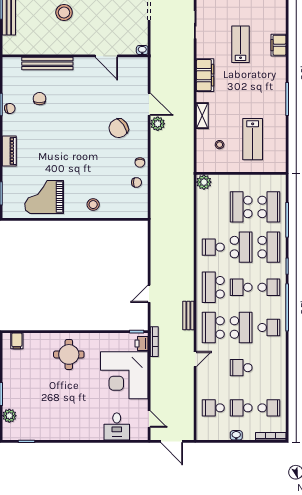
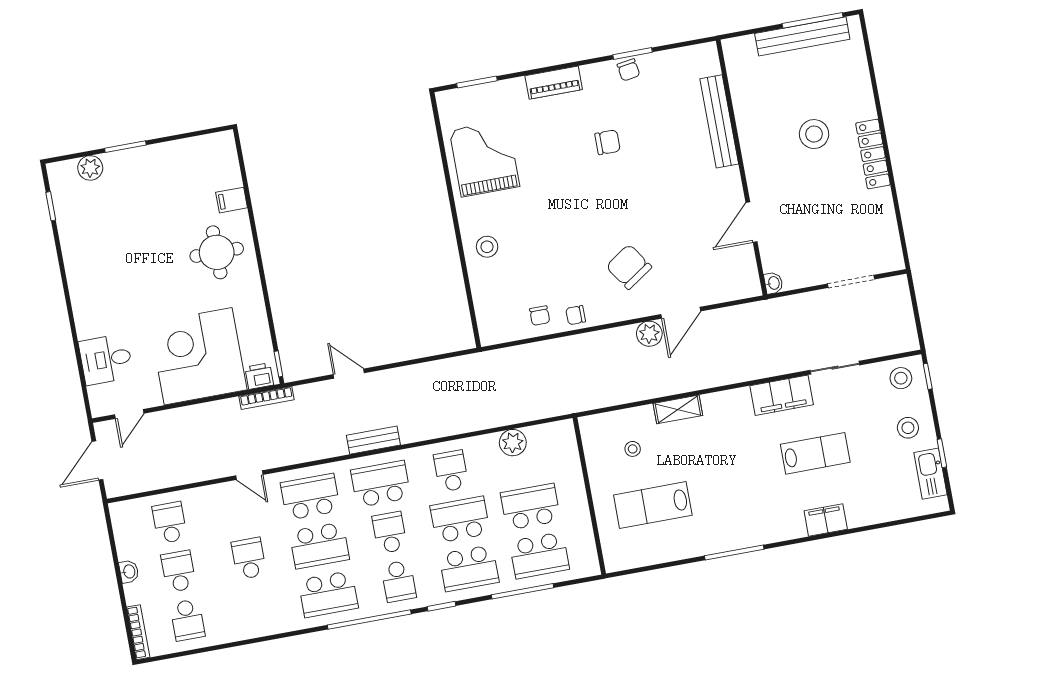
filing cabinet: (205, 75) -> (782, 395), moved
chair: (39, 99) -> (608, 142), moved
plant: (204, 182) -> (513, 443), moved
school desk: (241, 247) -> (460, 520), turned 180
bench: (188, 316) -> (373, 440), moved
school desk: (269, 327) -> (328, 594), width x1.85
filing cabinet: (17, 341) -> (232, 200), moved

